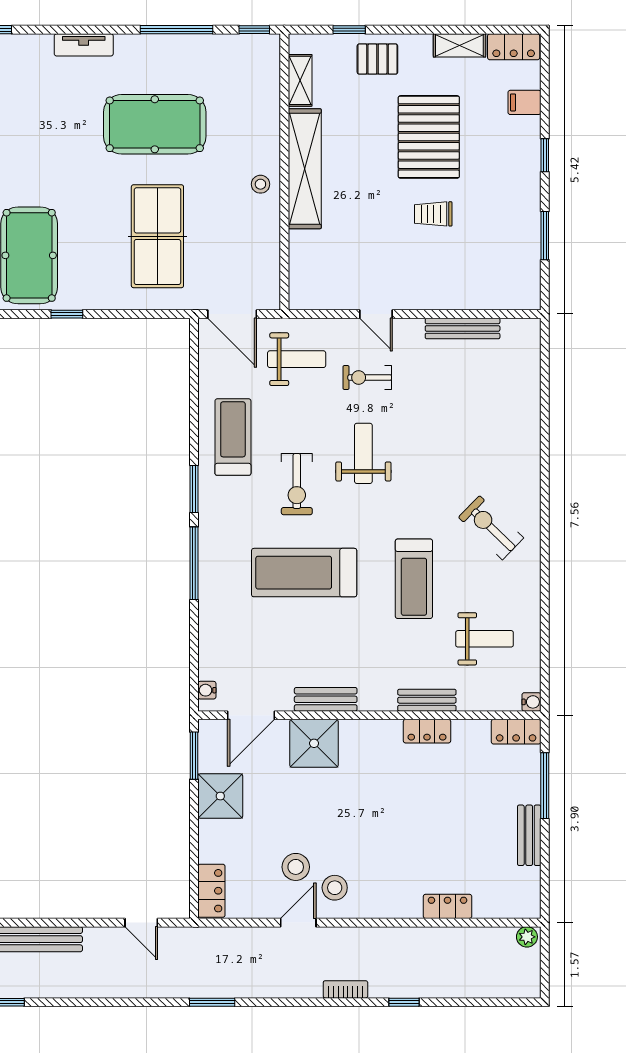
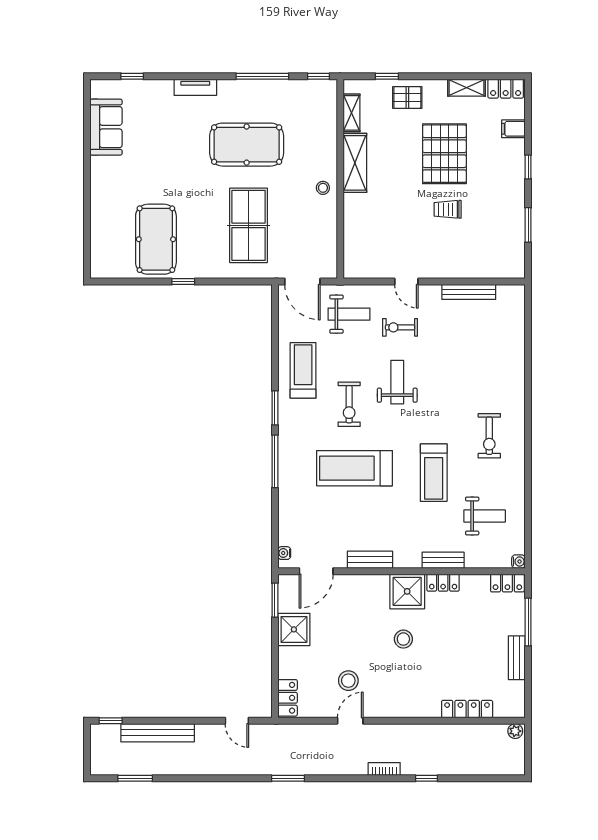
shelving: (305, 169) -> (355, 163), width x0.68
exercise bike: (491, 528) -> (489, 436), turned -134
shower: (314, 743) -> (407, 591), moved
stool: (335, 888) -> (403, 639), moved
locker: (448, 906) -> (467, 709), width x1.53

